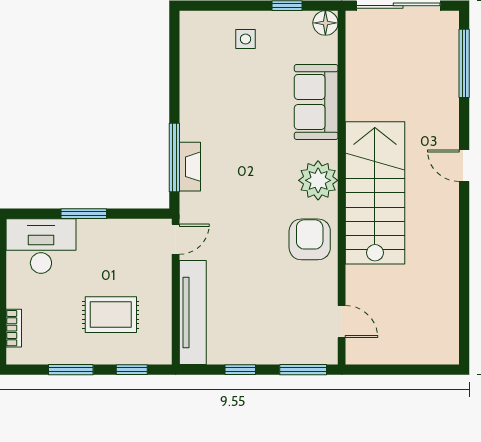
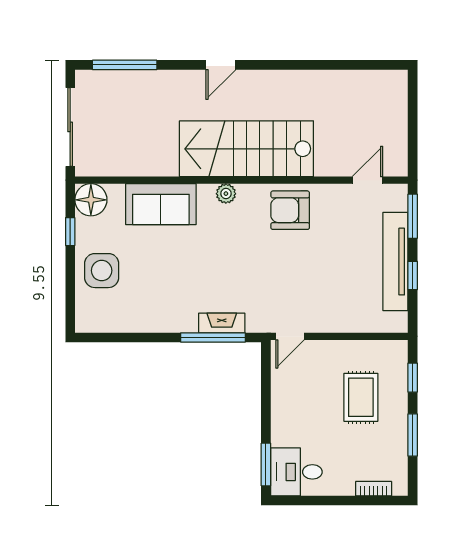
floor lamp: (325, 23) -> (91, 200), width x1.38, depth x1.38
side table: (246, 39) -> (102, 271), width x1.87, depth x1.87
plant: (318, 180) -> (226, 194), width x0.53, depth x0.53
window: (84, 214) -> (266, 465), moved
door: (176, 239) -> (290, 336), swing flipped
desk: (41, 246) -> (296, 472), width x0.73
tv unit: (193, 312) -> (395, 262), moved, turned -90

